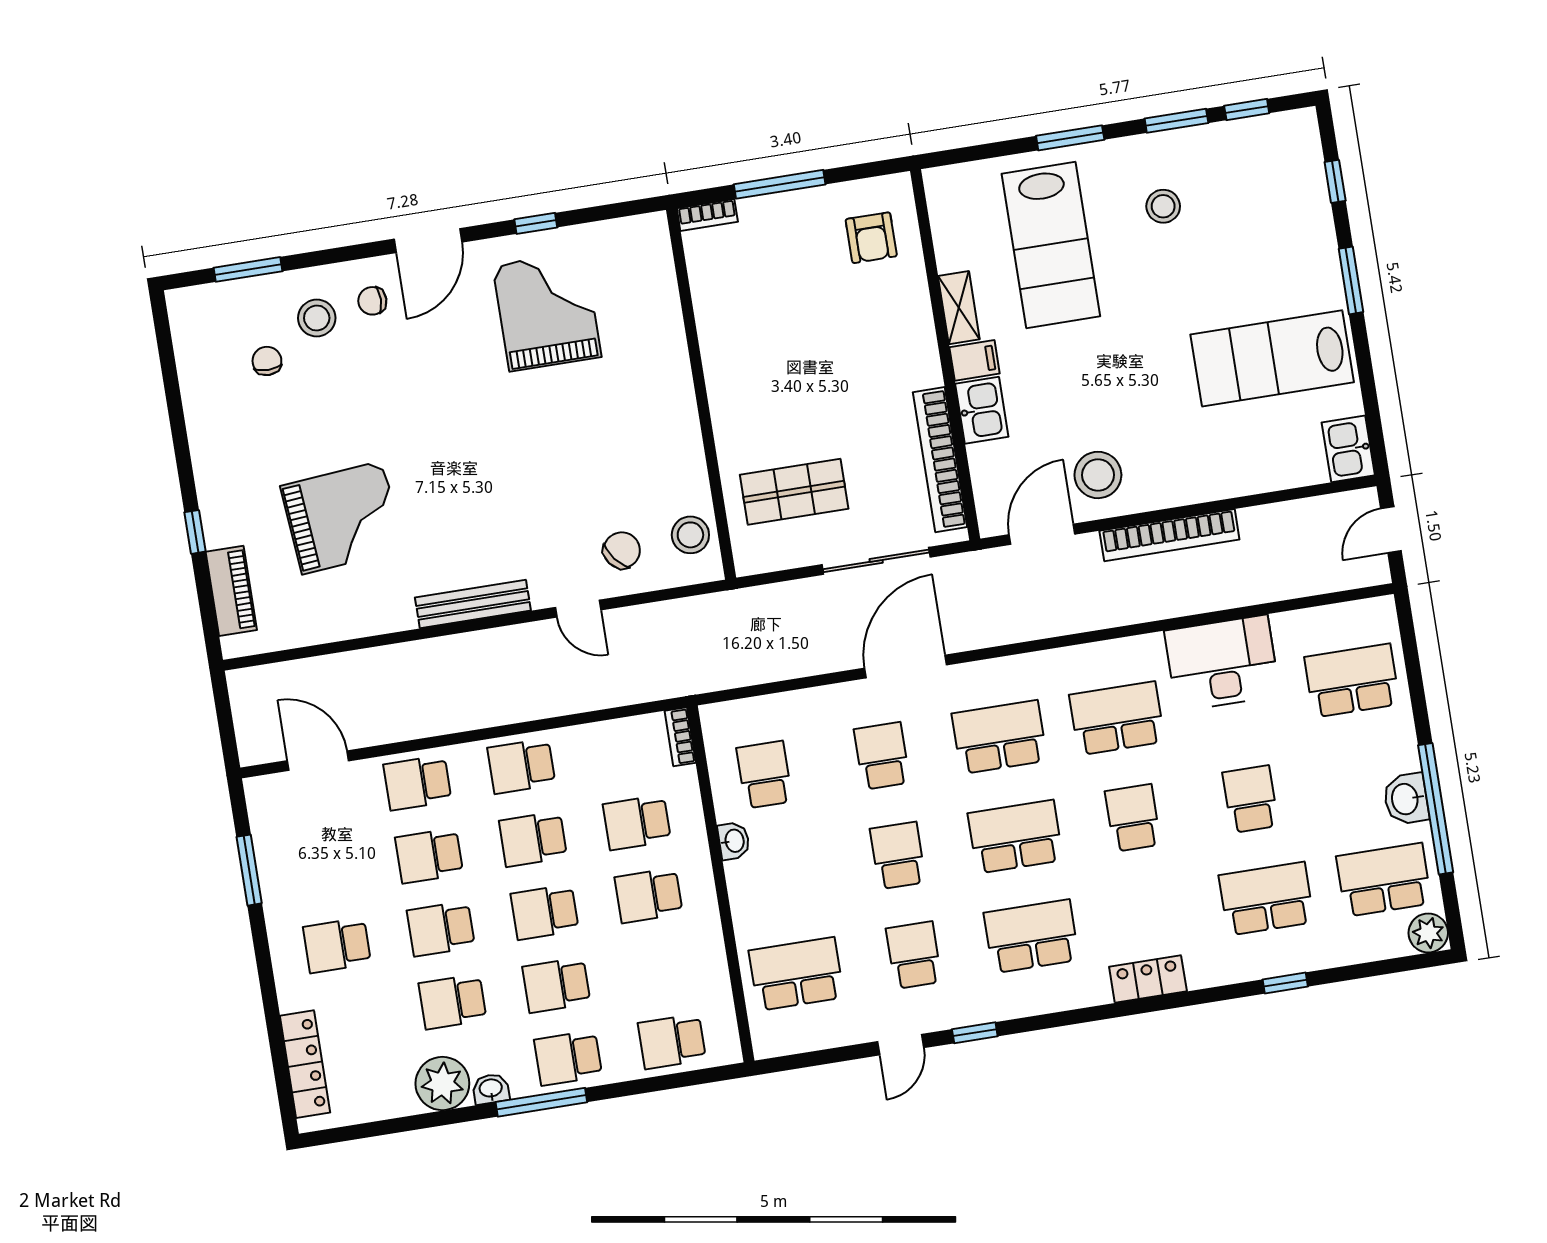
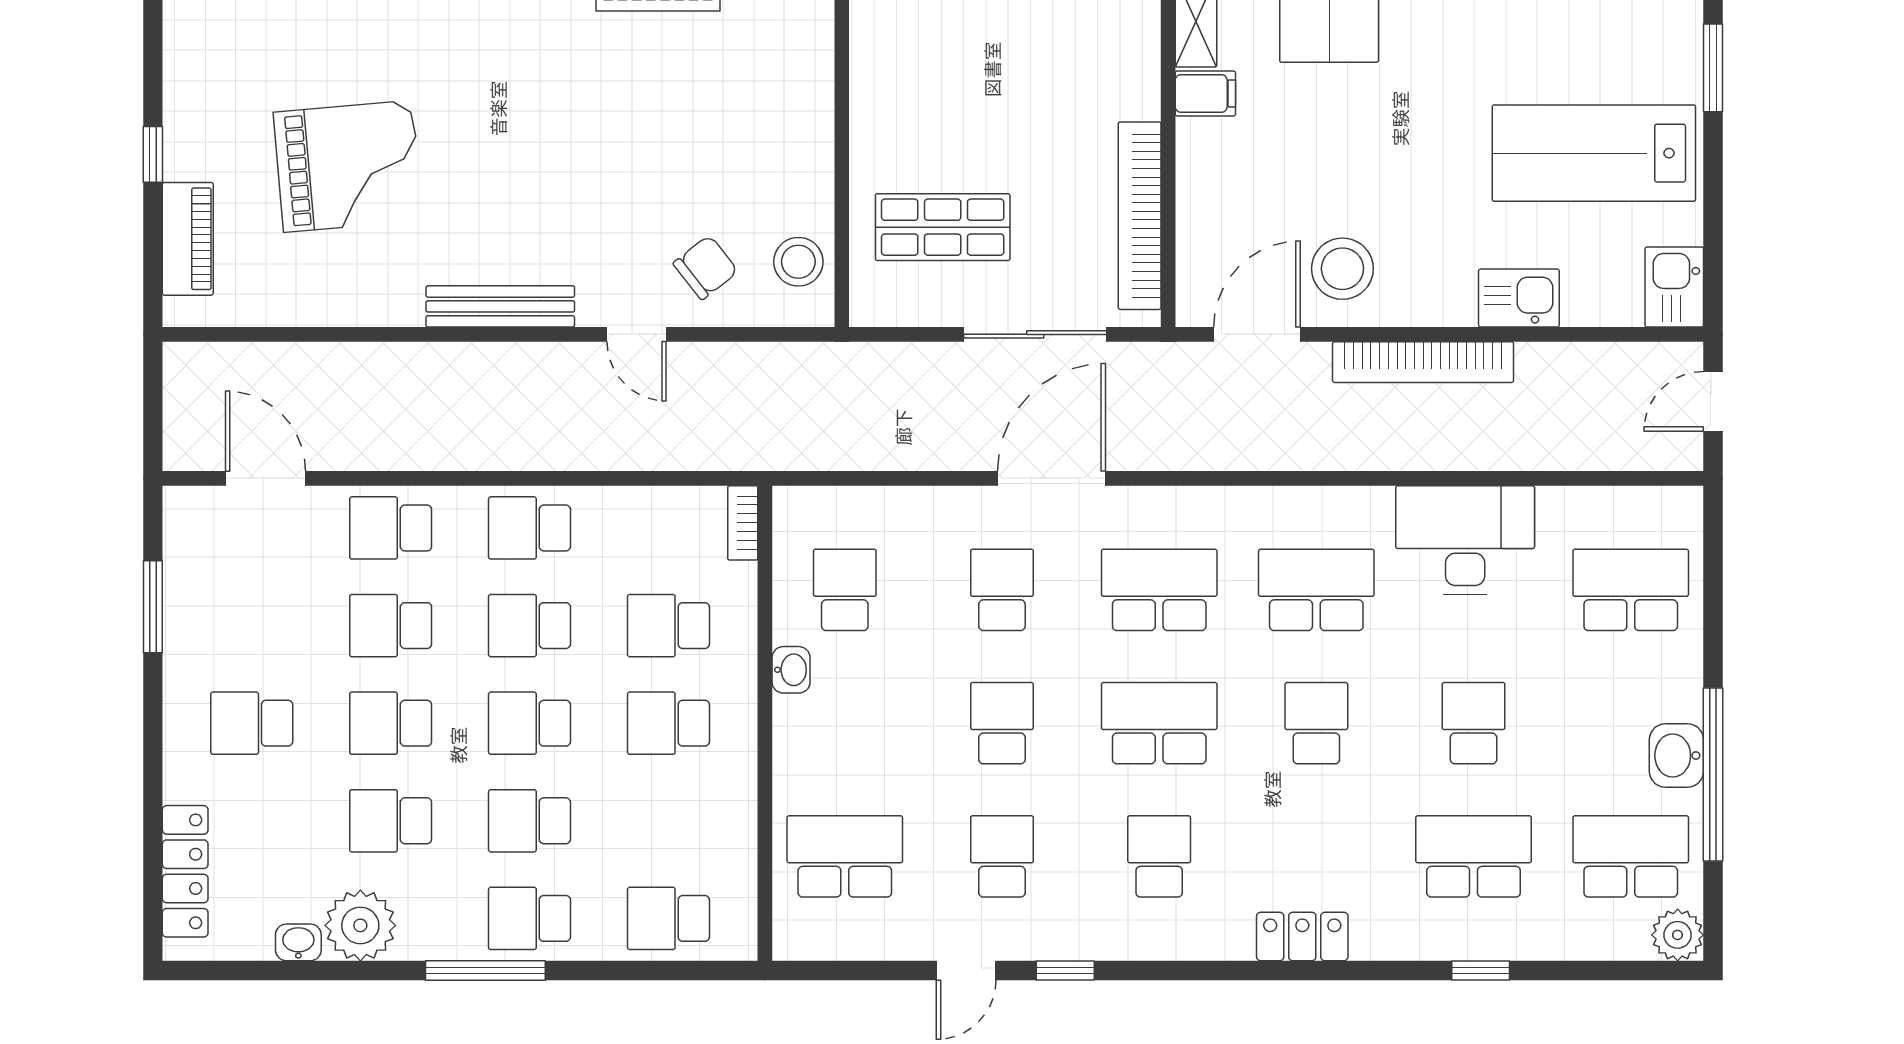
kitchen sink: (982, 410) -> (1519, 298), moved, turned -90
school desk: (1031, 936) -> (1159, 856), width x0.54
washbasin: (491, 1089) -> (298, 942), moved

